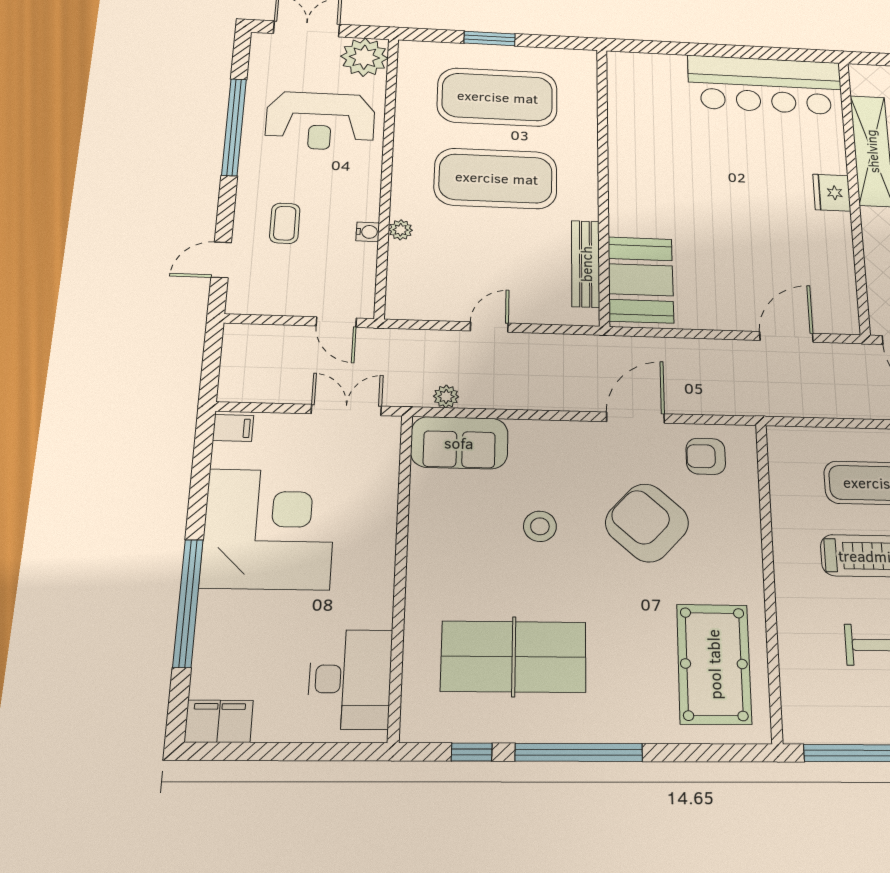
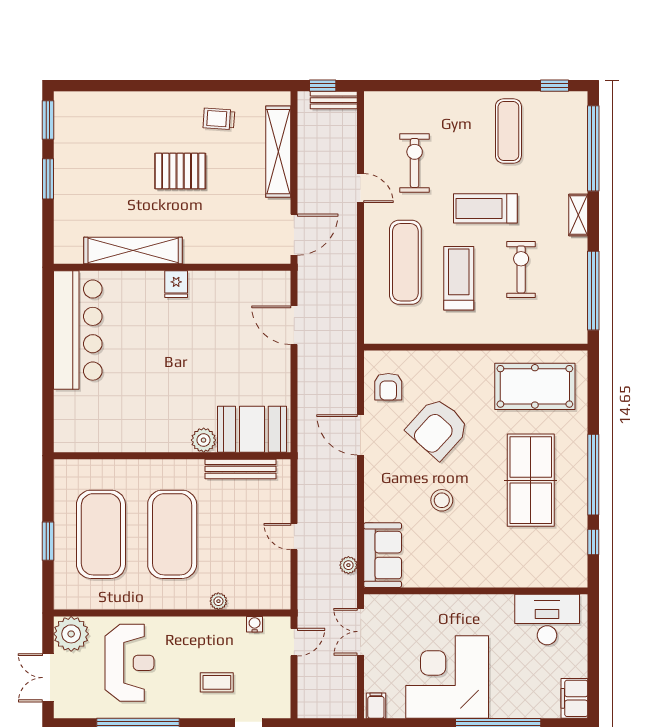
fridge: (832, 193) -> (176, 284), width x0.72
plant: (625, 221) -> (204, 440), added
water cooler: (368, 232) -> (255, 624), moved
table tennis table: (514, 657) -> (531, 480), moved

